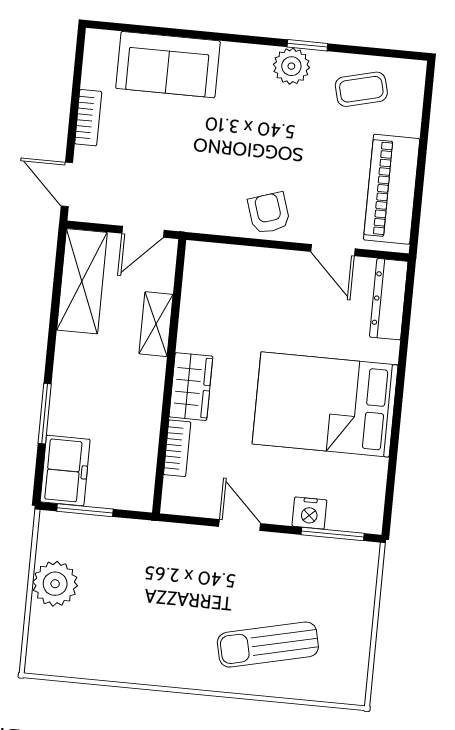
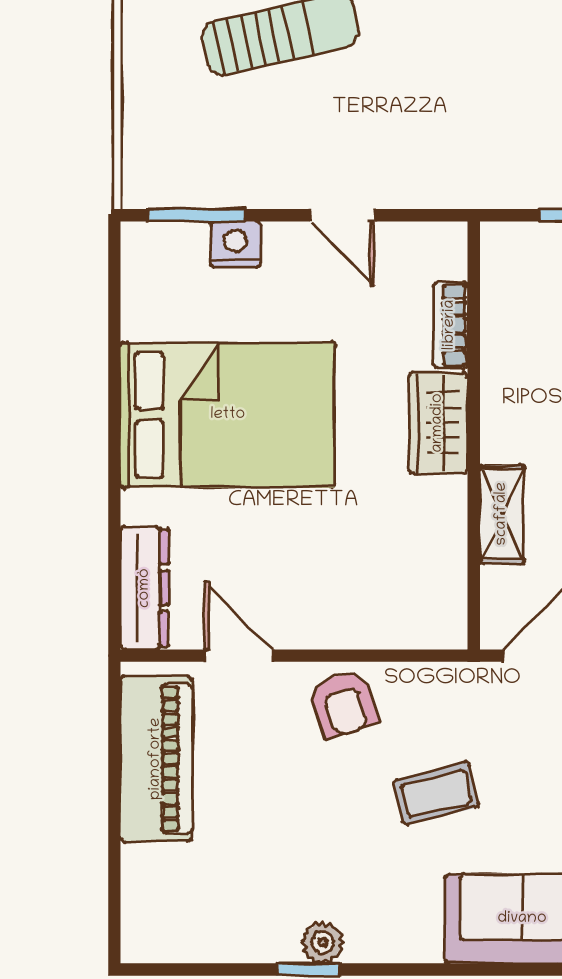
plant: (291, 66) -> (323, 943), width x0.73, depth x0.73
coffee table: (361, 89) -> (436, 793), moved

